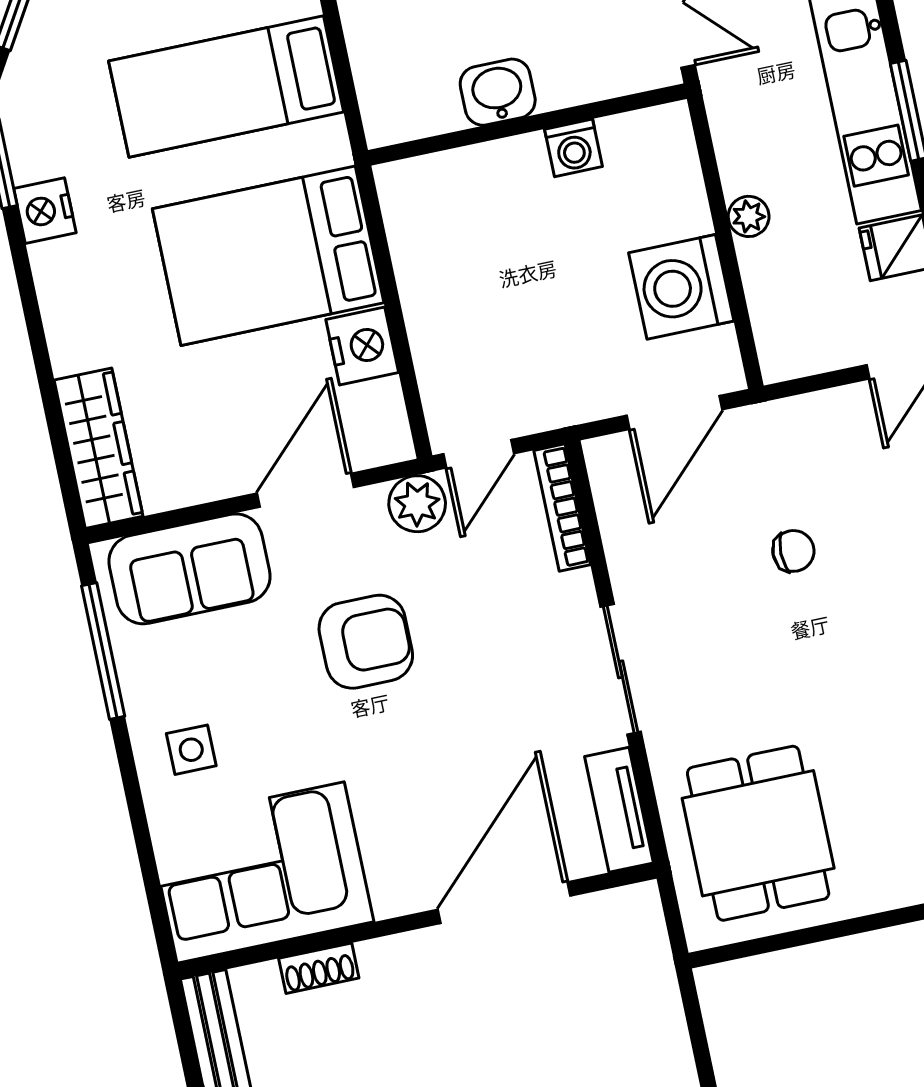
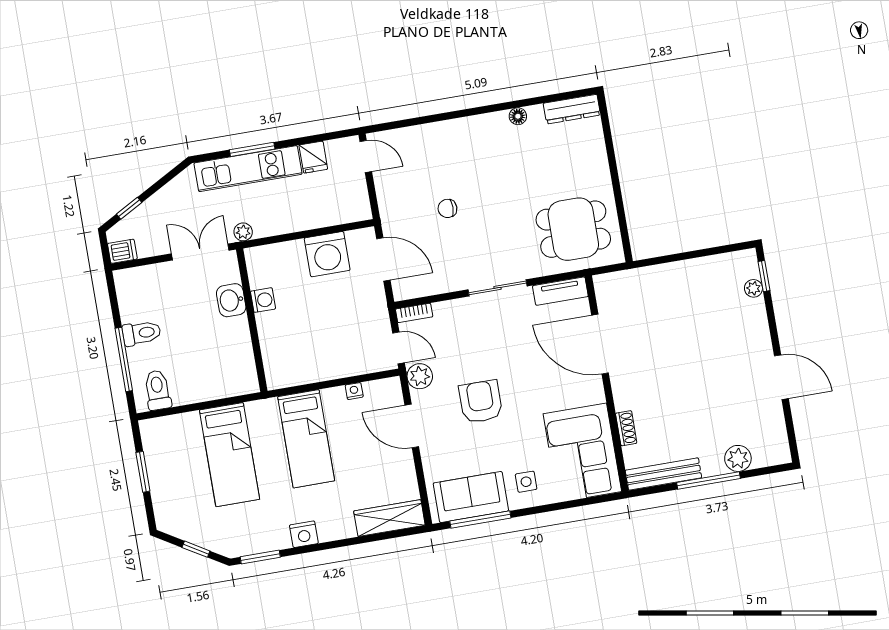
washbasin: (498, 92) -> (231, 300), moved
nightstand: (45, 211) -> (304, 534), moved
plant: (749, 216) -> (243, 232), moved
bed: (268, 256) -> (306, 439), width x0.67
nightstand: (362, 346) -> (354, 391), width x0.53, depth x0.56
bookcase: (562, 508) -> (414, 313), width x0.64
chair: (793, 551) -> (447, 208), turned -90
sofa: (189, 569) -> (471, 497), moved, turned -90

